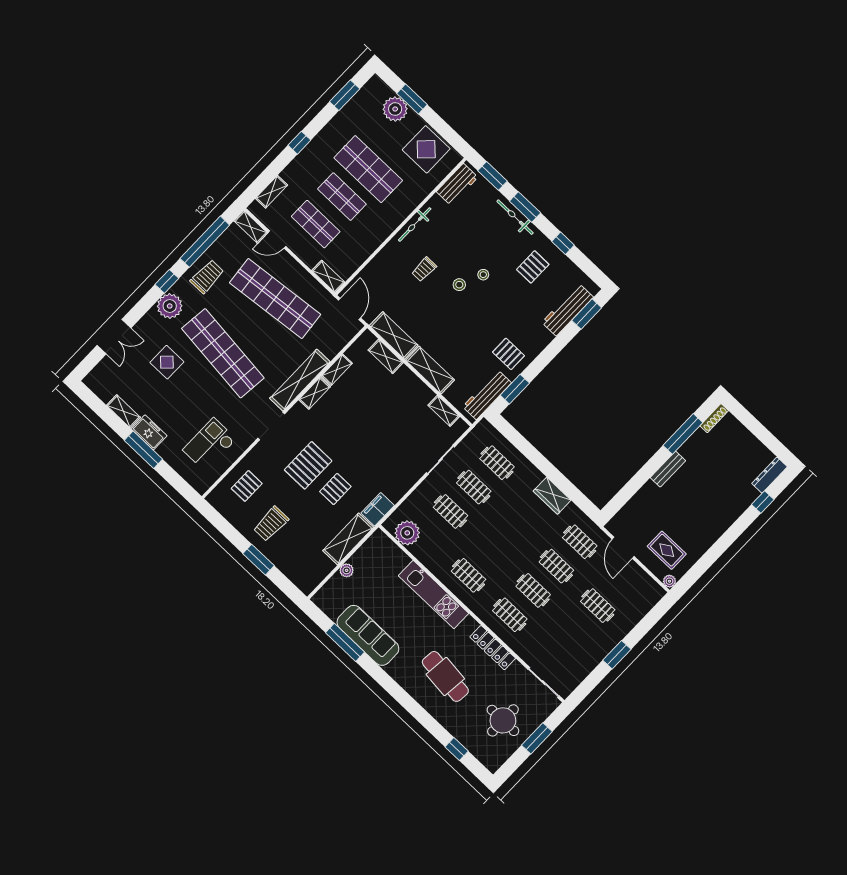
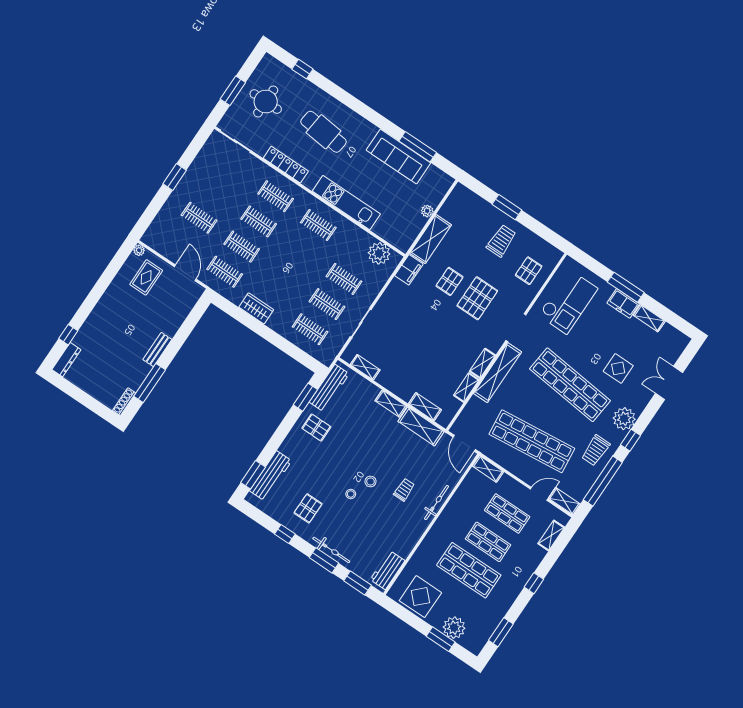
bicycle: (415, 224) -> (436, 503), moved
shelving: (430, 370) -> (391, 404), width x0.67, depth x0.75
checkout: (209, 444) -> (568, 302), width x1.36, depth x1.21
rug: (667, 550) -> (146, 277), turned 90

